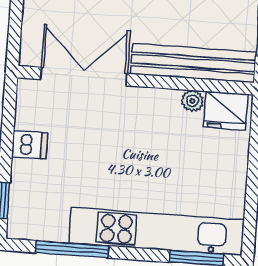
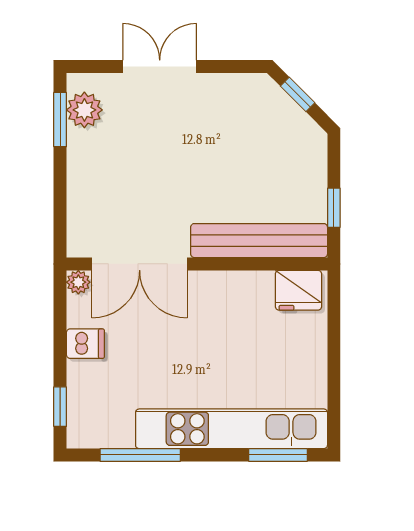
double door: (84, 76) -> (140, 264), swing flipped
plant: (192, 101) -> (78, 282), moved

